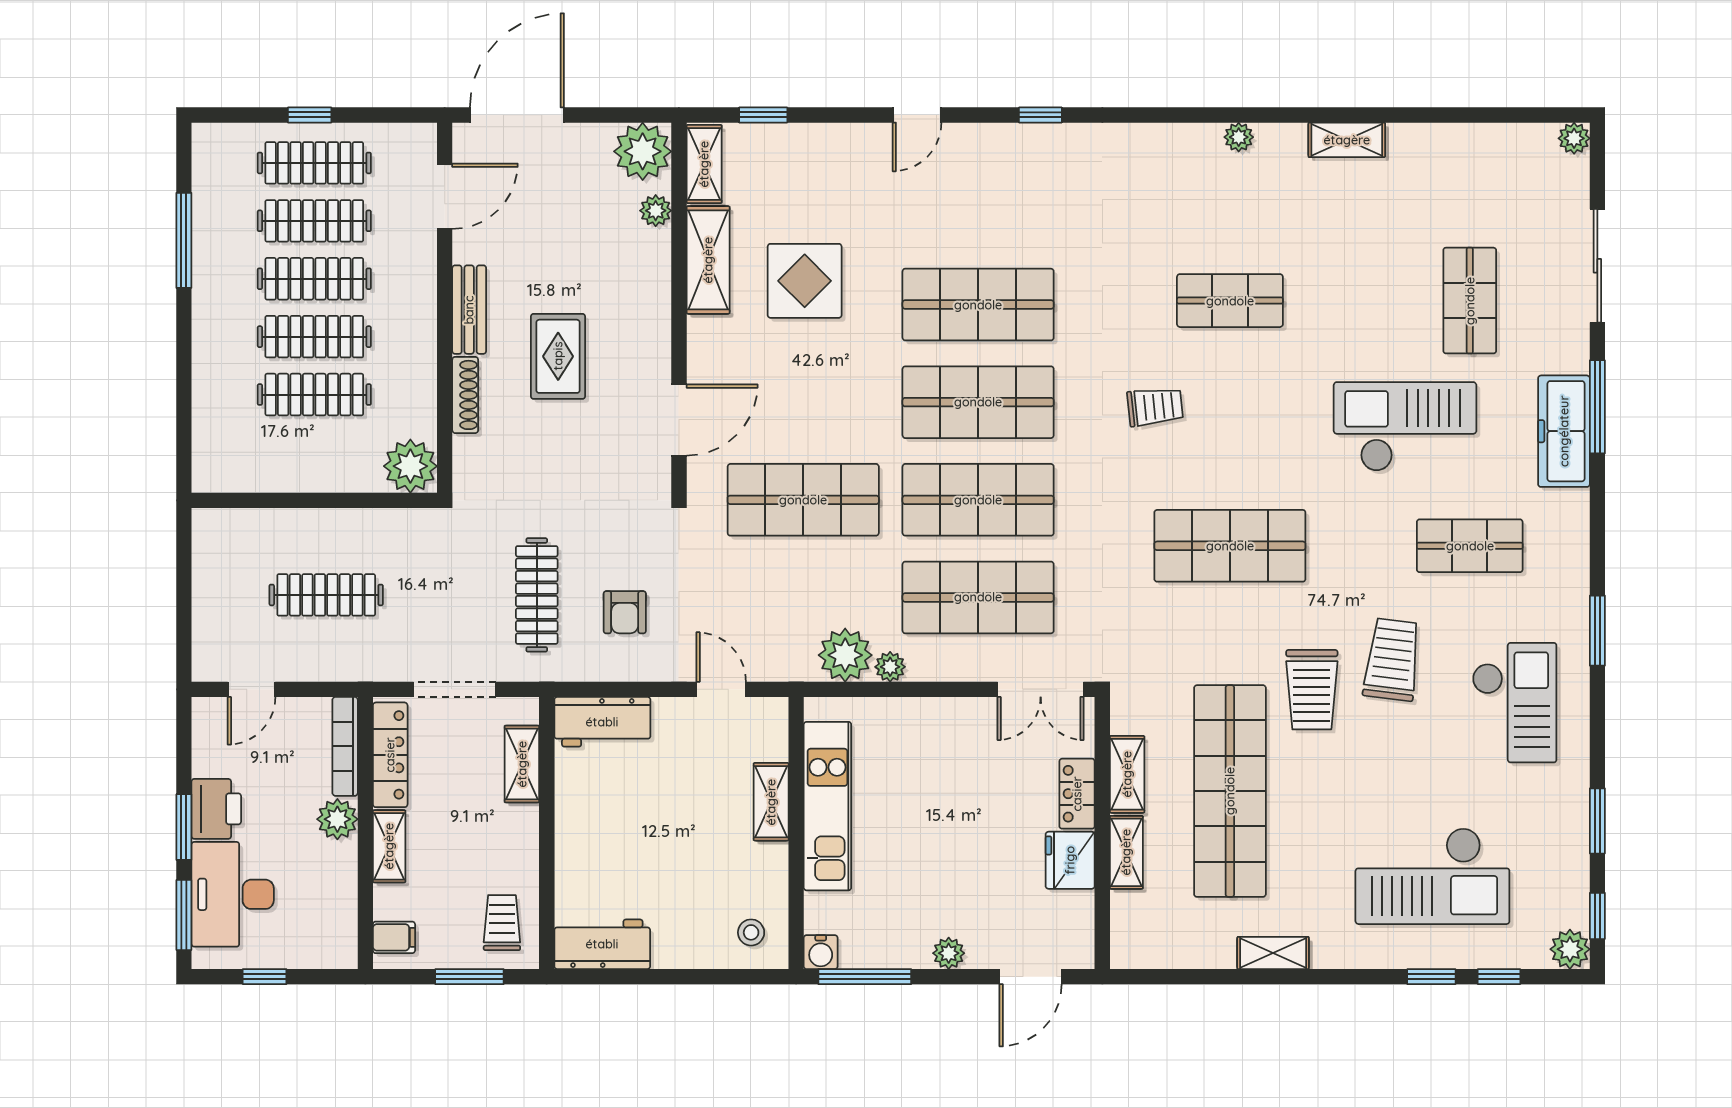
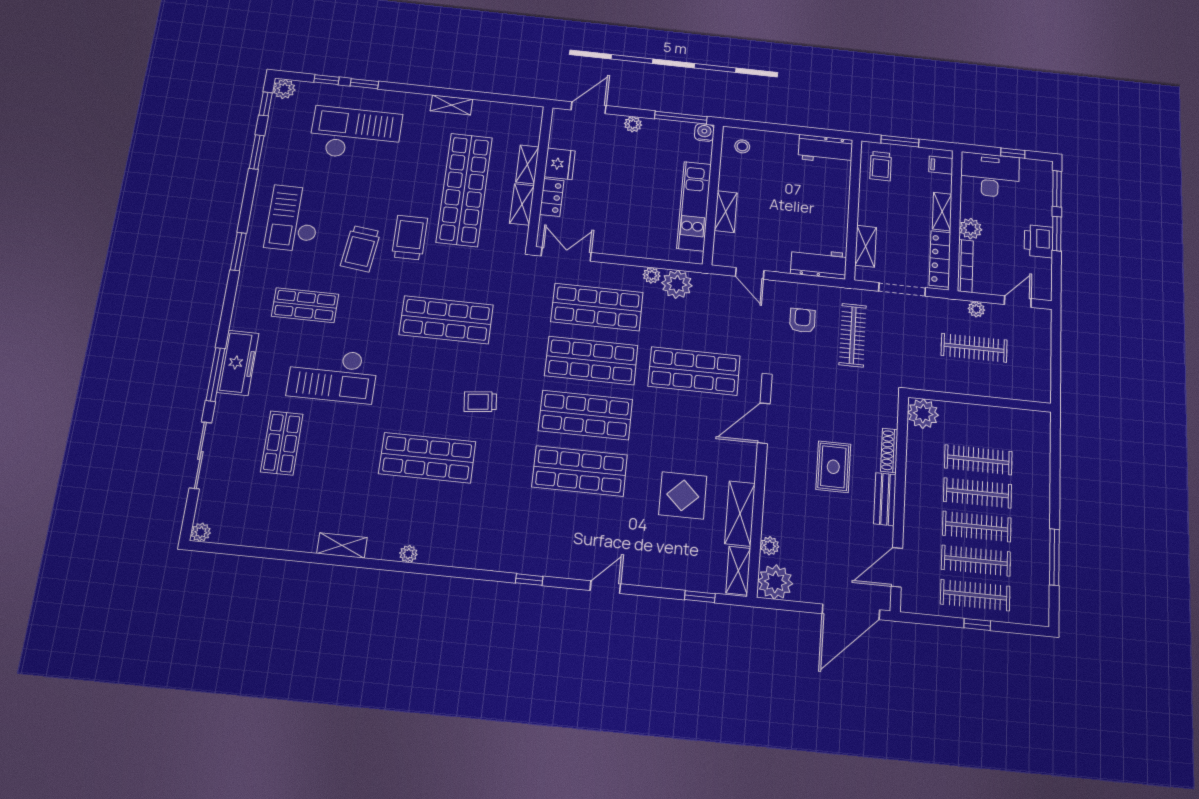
shop shelf: (1230, 301) -> (427, 458), width x1.43, depth x1.36
plant: (324, 667) -> (976, 309), added
desk: (233, 894) -> (990, 175), moved, turned -90

